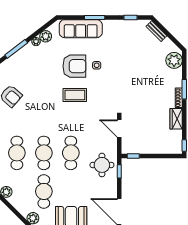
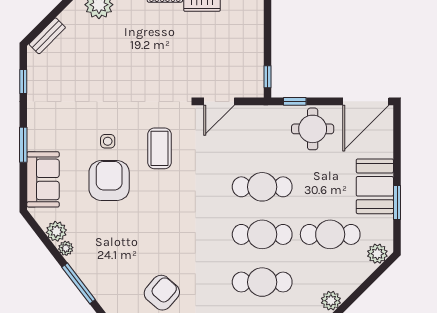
sofa: (81, 29) -> (43, 179), width x0.73
coffee table: (75, 95) -> (160, 148), moved
round table: (102, 165) -> (313, 129), moved

